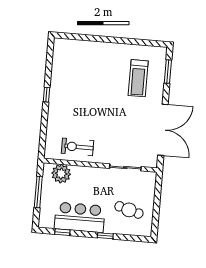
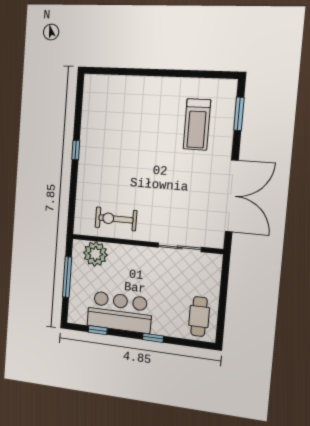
cafe table: (129, 210) -> (199, 317), moved, turned 74

